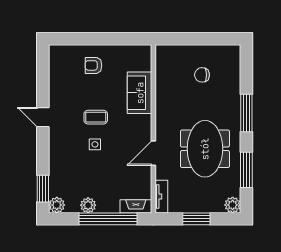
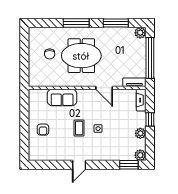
meeting table: (205, 149) -> (81, 56), moved
window: (108, 219) -> (150, 119), width x0.32
window: (196, 219) -> (150, 58), width x2.11

